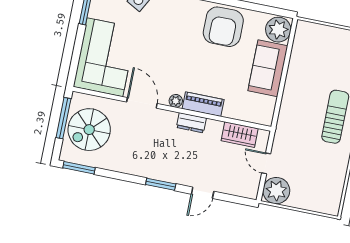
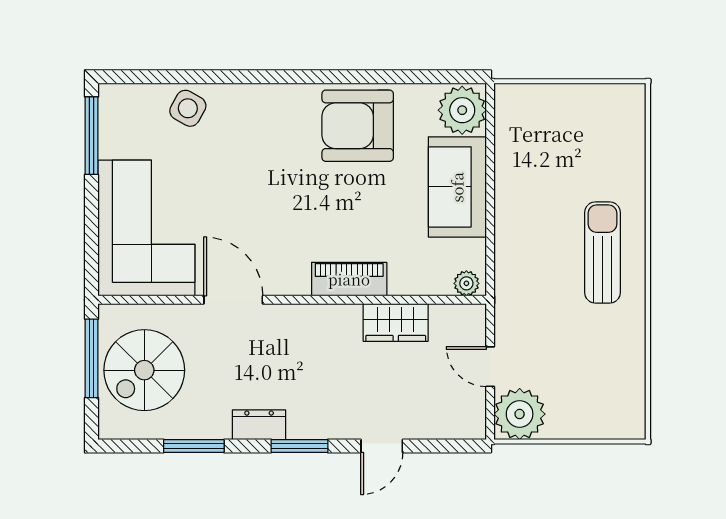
armchair: (223, 27) -> (358, 126), turned 90
plant: (176, 101) -> (466, 283), moved
dresser: (191, 123) -> (259, 425), moved, turned 180
wardrobe: (240, 135) -> (396, 322), moved
window: (79, 168) -> (194, 446), moved

